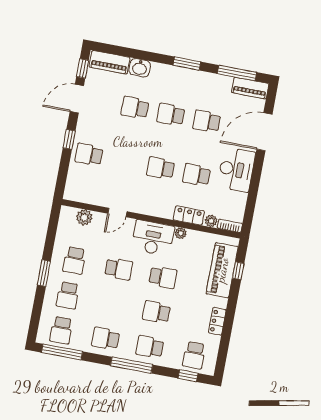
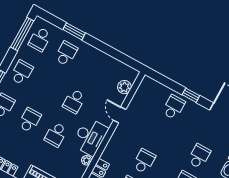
school desk: (74, 261) -> (92, 68), removed
window: (44, 273) -> (74, 31), moved
school desk: (68, 295) -> (66, 54), turned 90
school desk: (61, 330) -> (40, 39), turned -90

